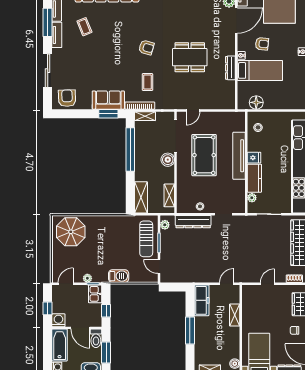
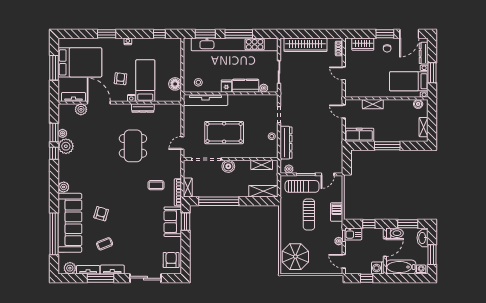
armchair: (146, 47) -> (101, 214), moved
armchair: (67, 98) -> (171, 260), turned 92
door: (193, 110) -> (182, 143), swing flipped
tv unit: (239, 156) -> (206, 100), moved
sun lounger: (116, 246) -> (309, 214), added

